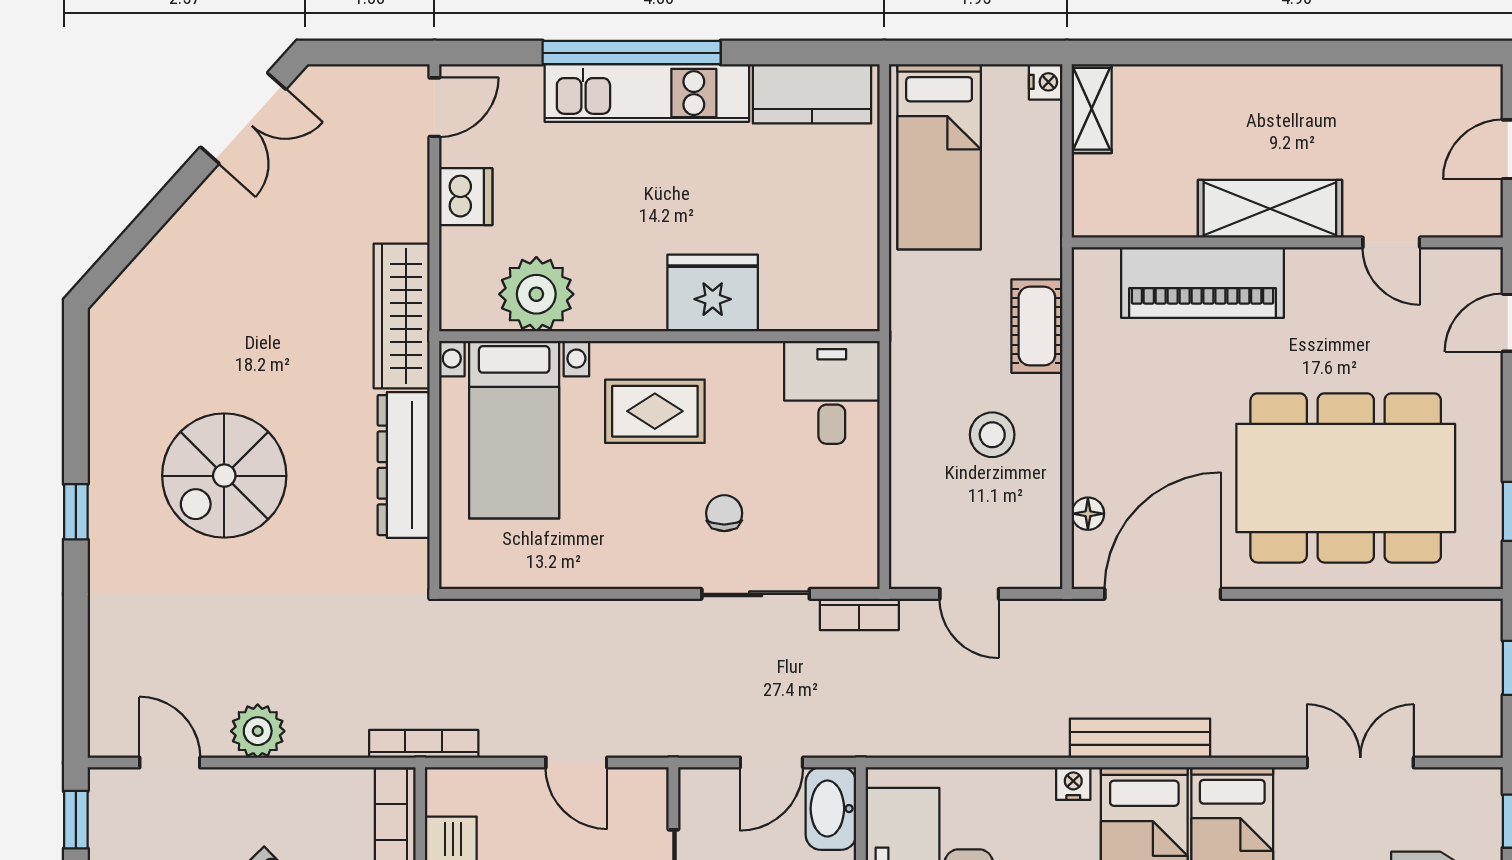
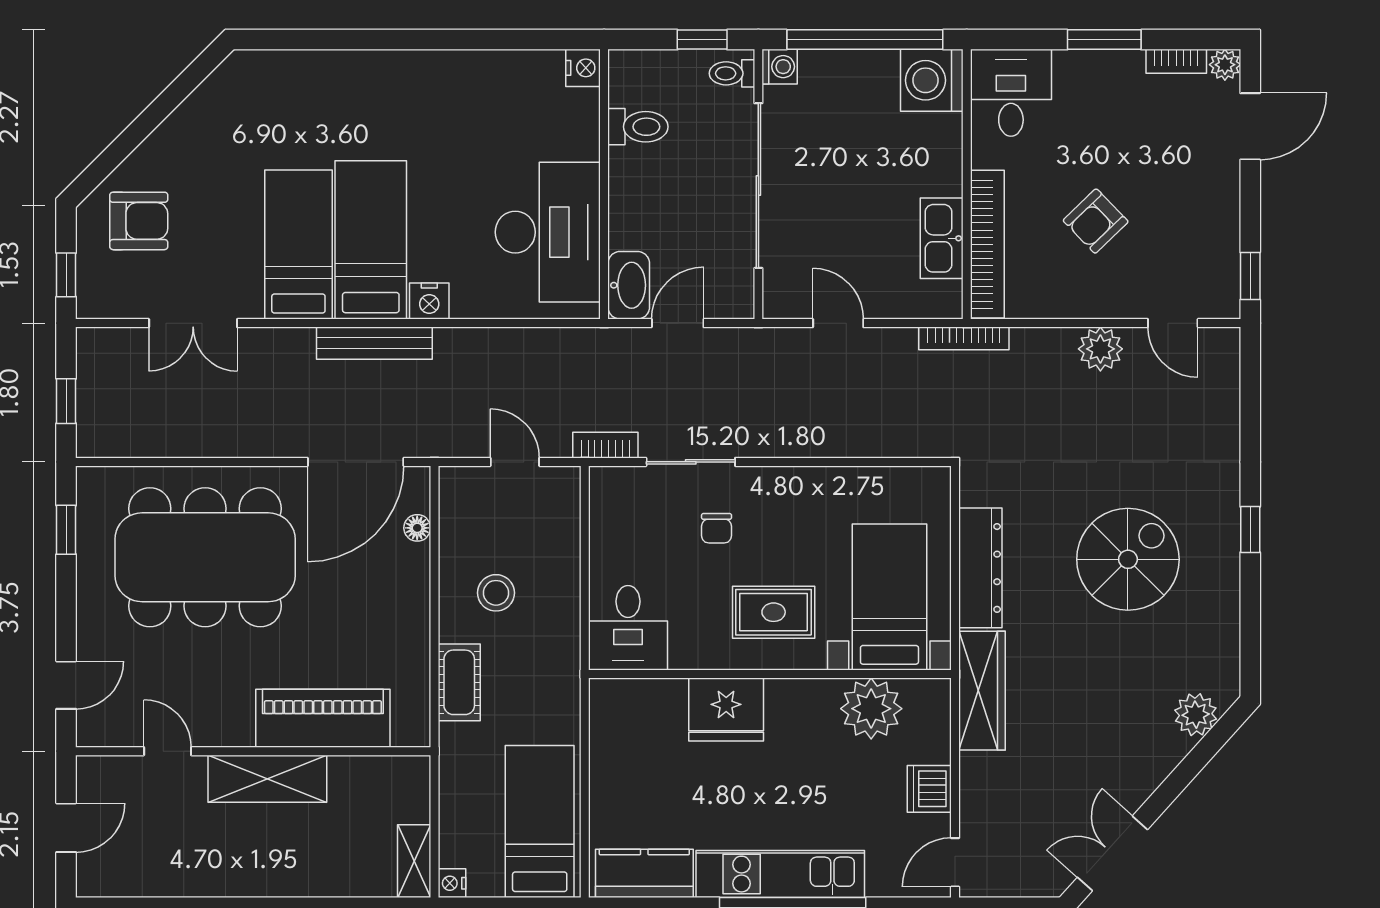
plant: (142, 287) -> (1196, 715), added
nightstand: (1073, 784) -> (429, 301), width x1.39, depth x1.35

